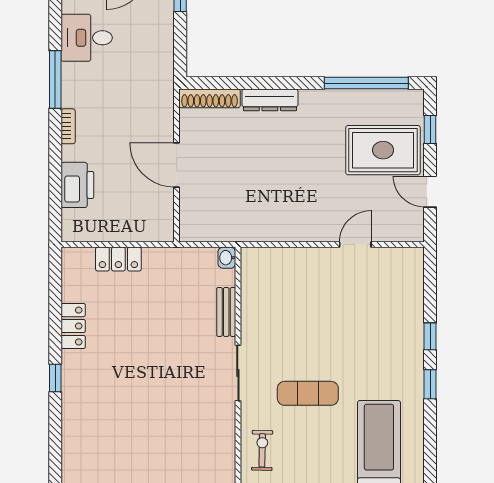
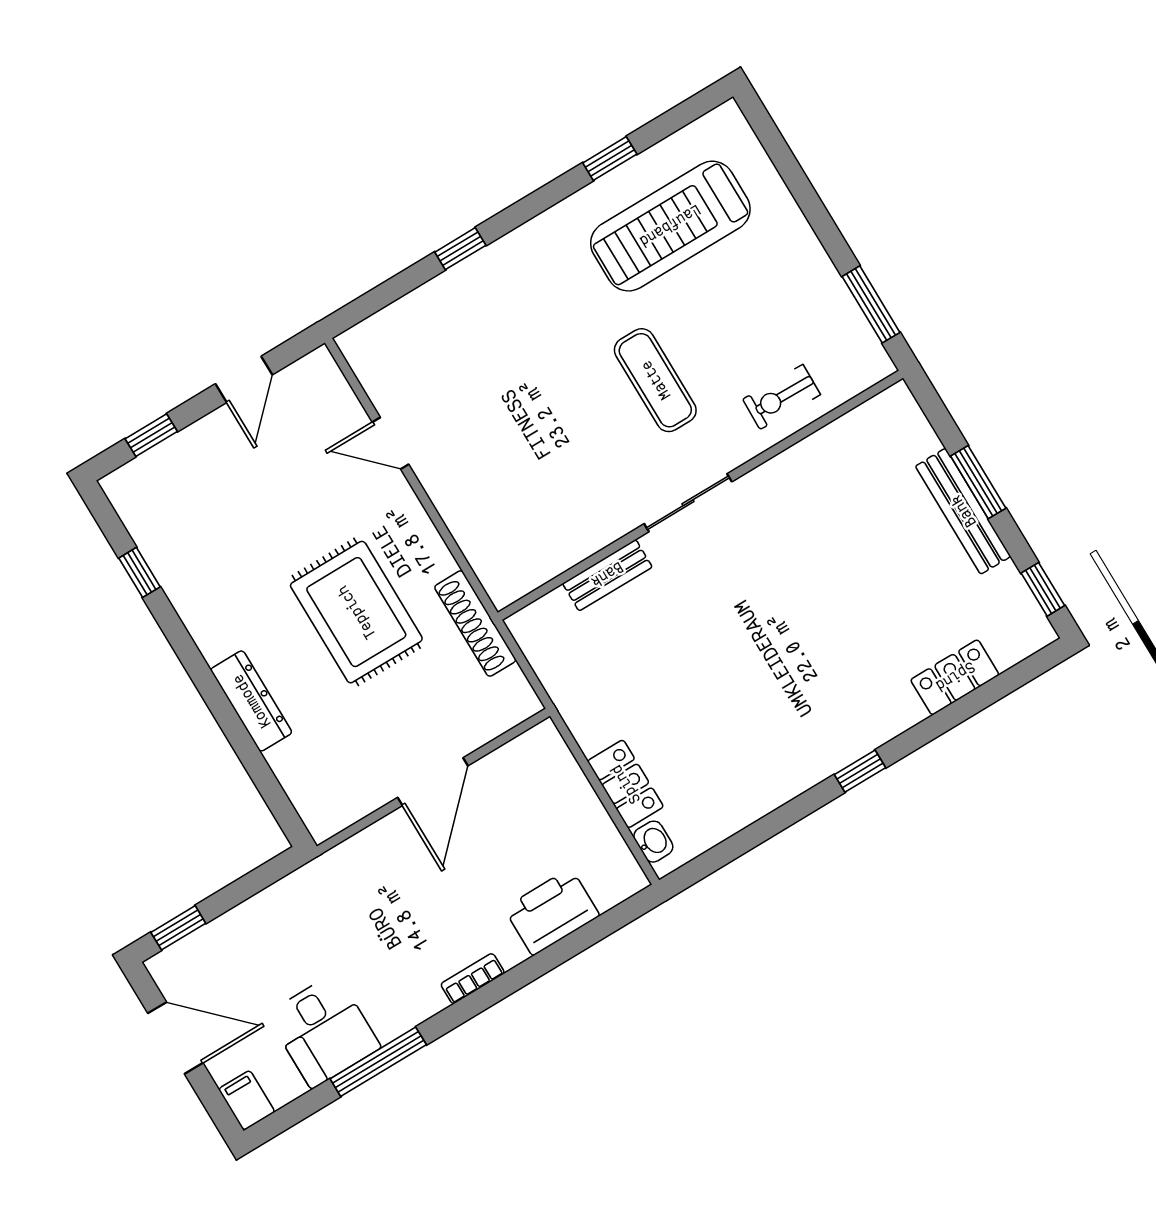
window: (55, 80) -> (378, 1062), moved
window: (366, 83) -> (140, 572), width x0.32
shoe rack: (210, 98) -> (475, 624), moved, turned 180
rug: (383, 150) -> (356, 612), moved
washbasin: (227, 258) -> (653, 842), moved, turned -90
locker: (73, 326) -> (955, 677), moved
window: (430, 384) -> (610, 159), moved

